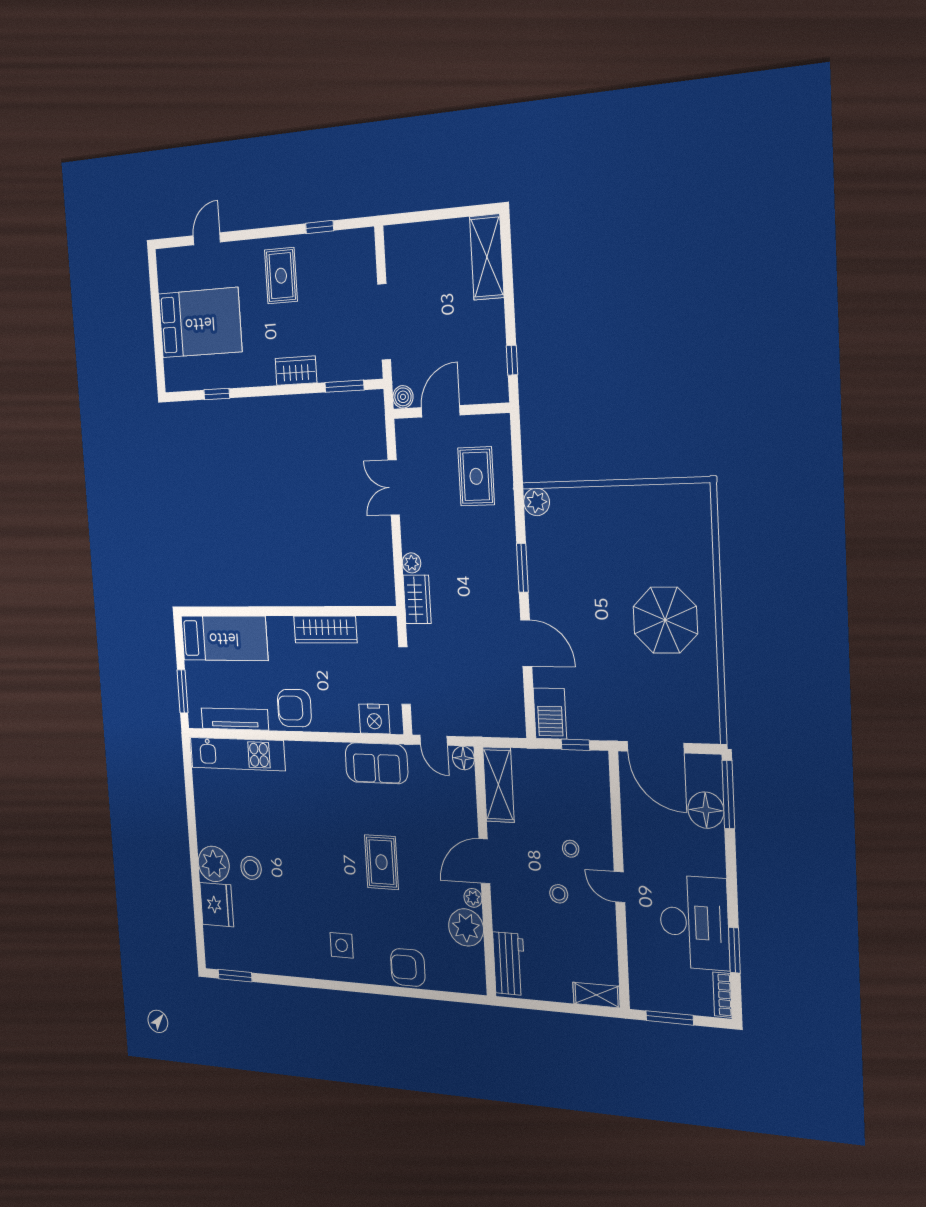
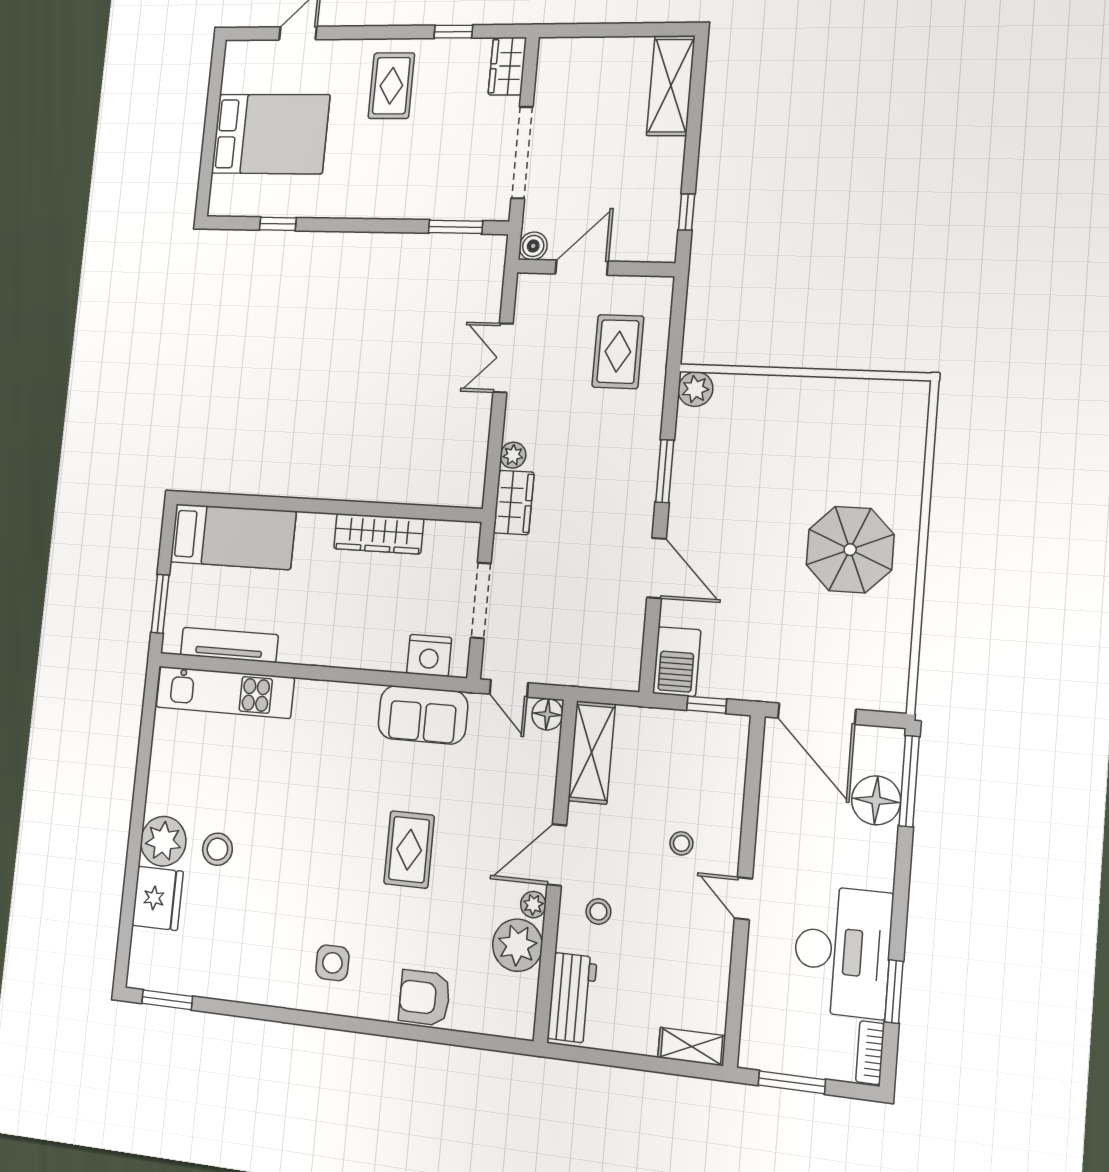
wardrobe: (296, 371) -> (507, 66), moved, turned -90
armchair: (294, 708) -> (318, 635), removed
stool: (559, 894) -> (598, 911), moved

